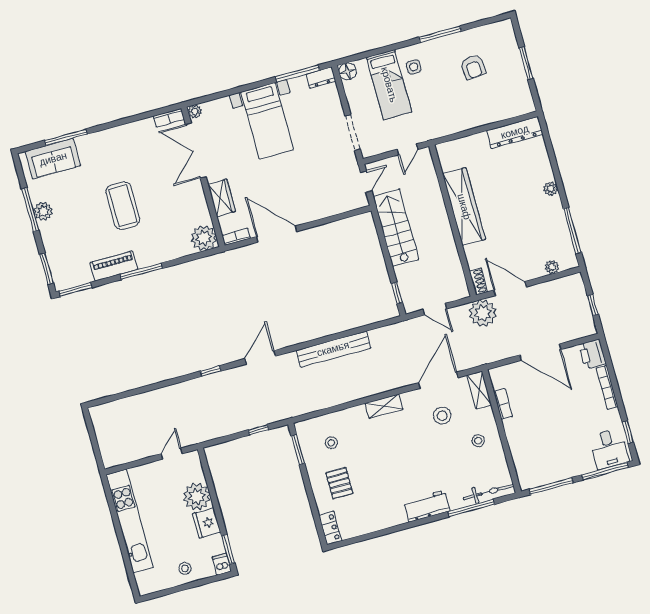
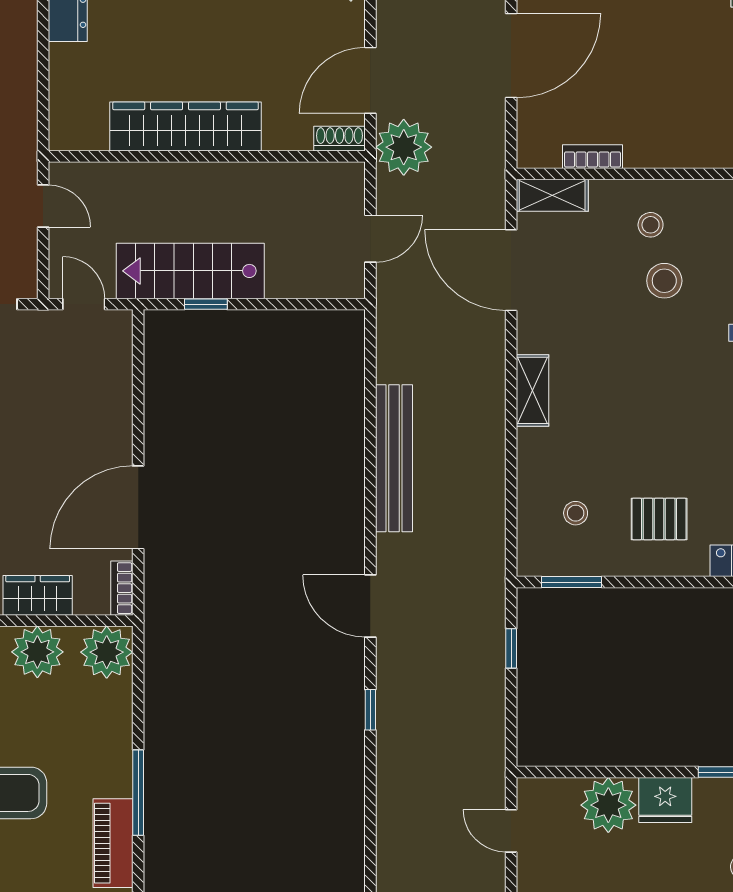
plant: (195, 205) -> (37, 652), added
window: (397, 293) -> (206, 304), moved
stool: (442, 416) -> (664, 281), moved

